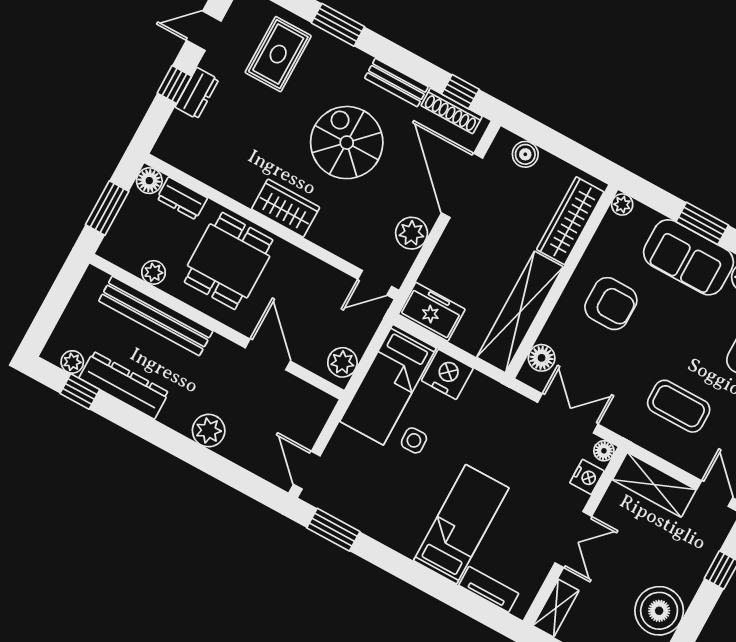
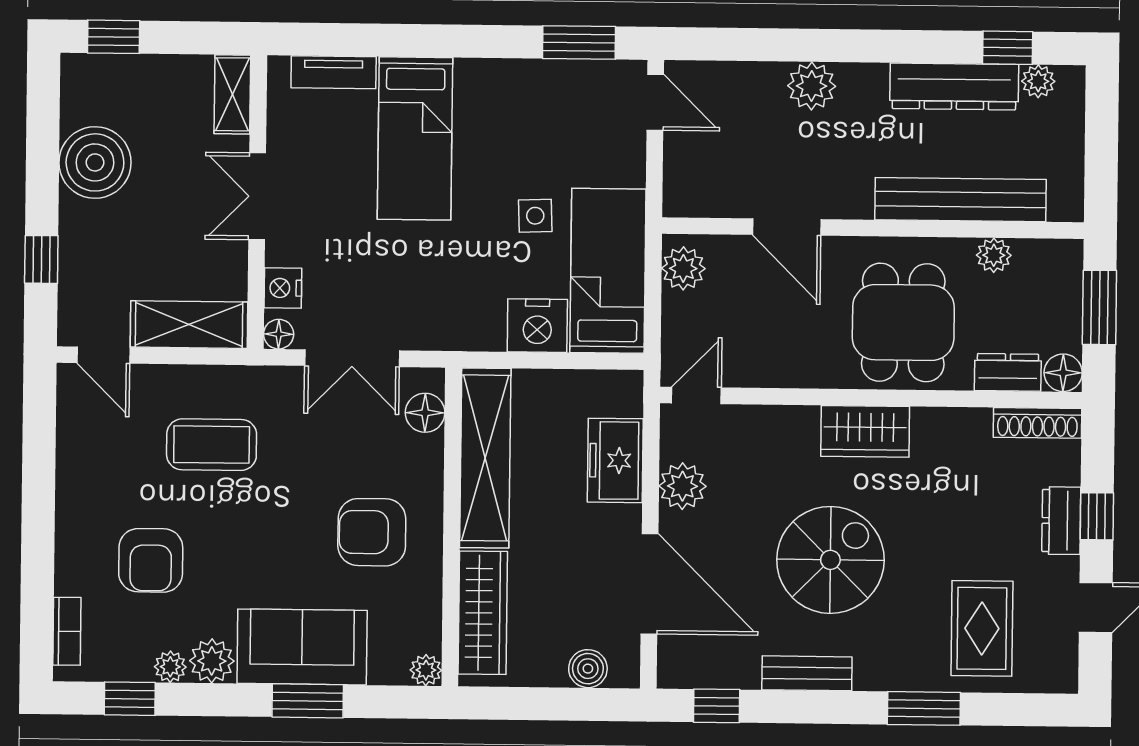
shoe rack: (452, 111) -> (1037, 423), moved, turned 180
spiral stairs: (347, 143) -> (830, 560), turned -90
freezer: (432, 312) -> (615, 460), moved, turned 90

